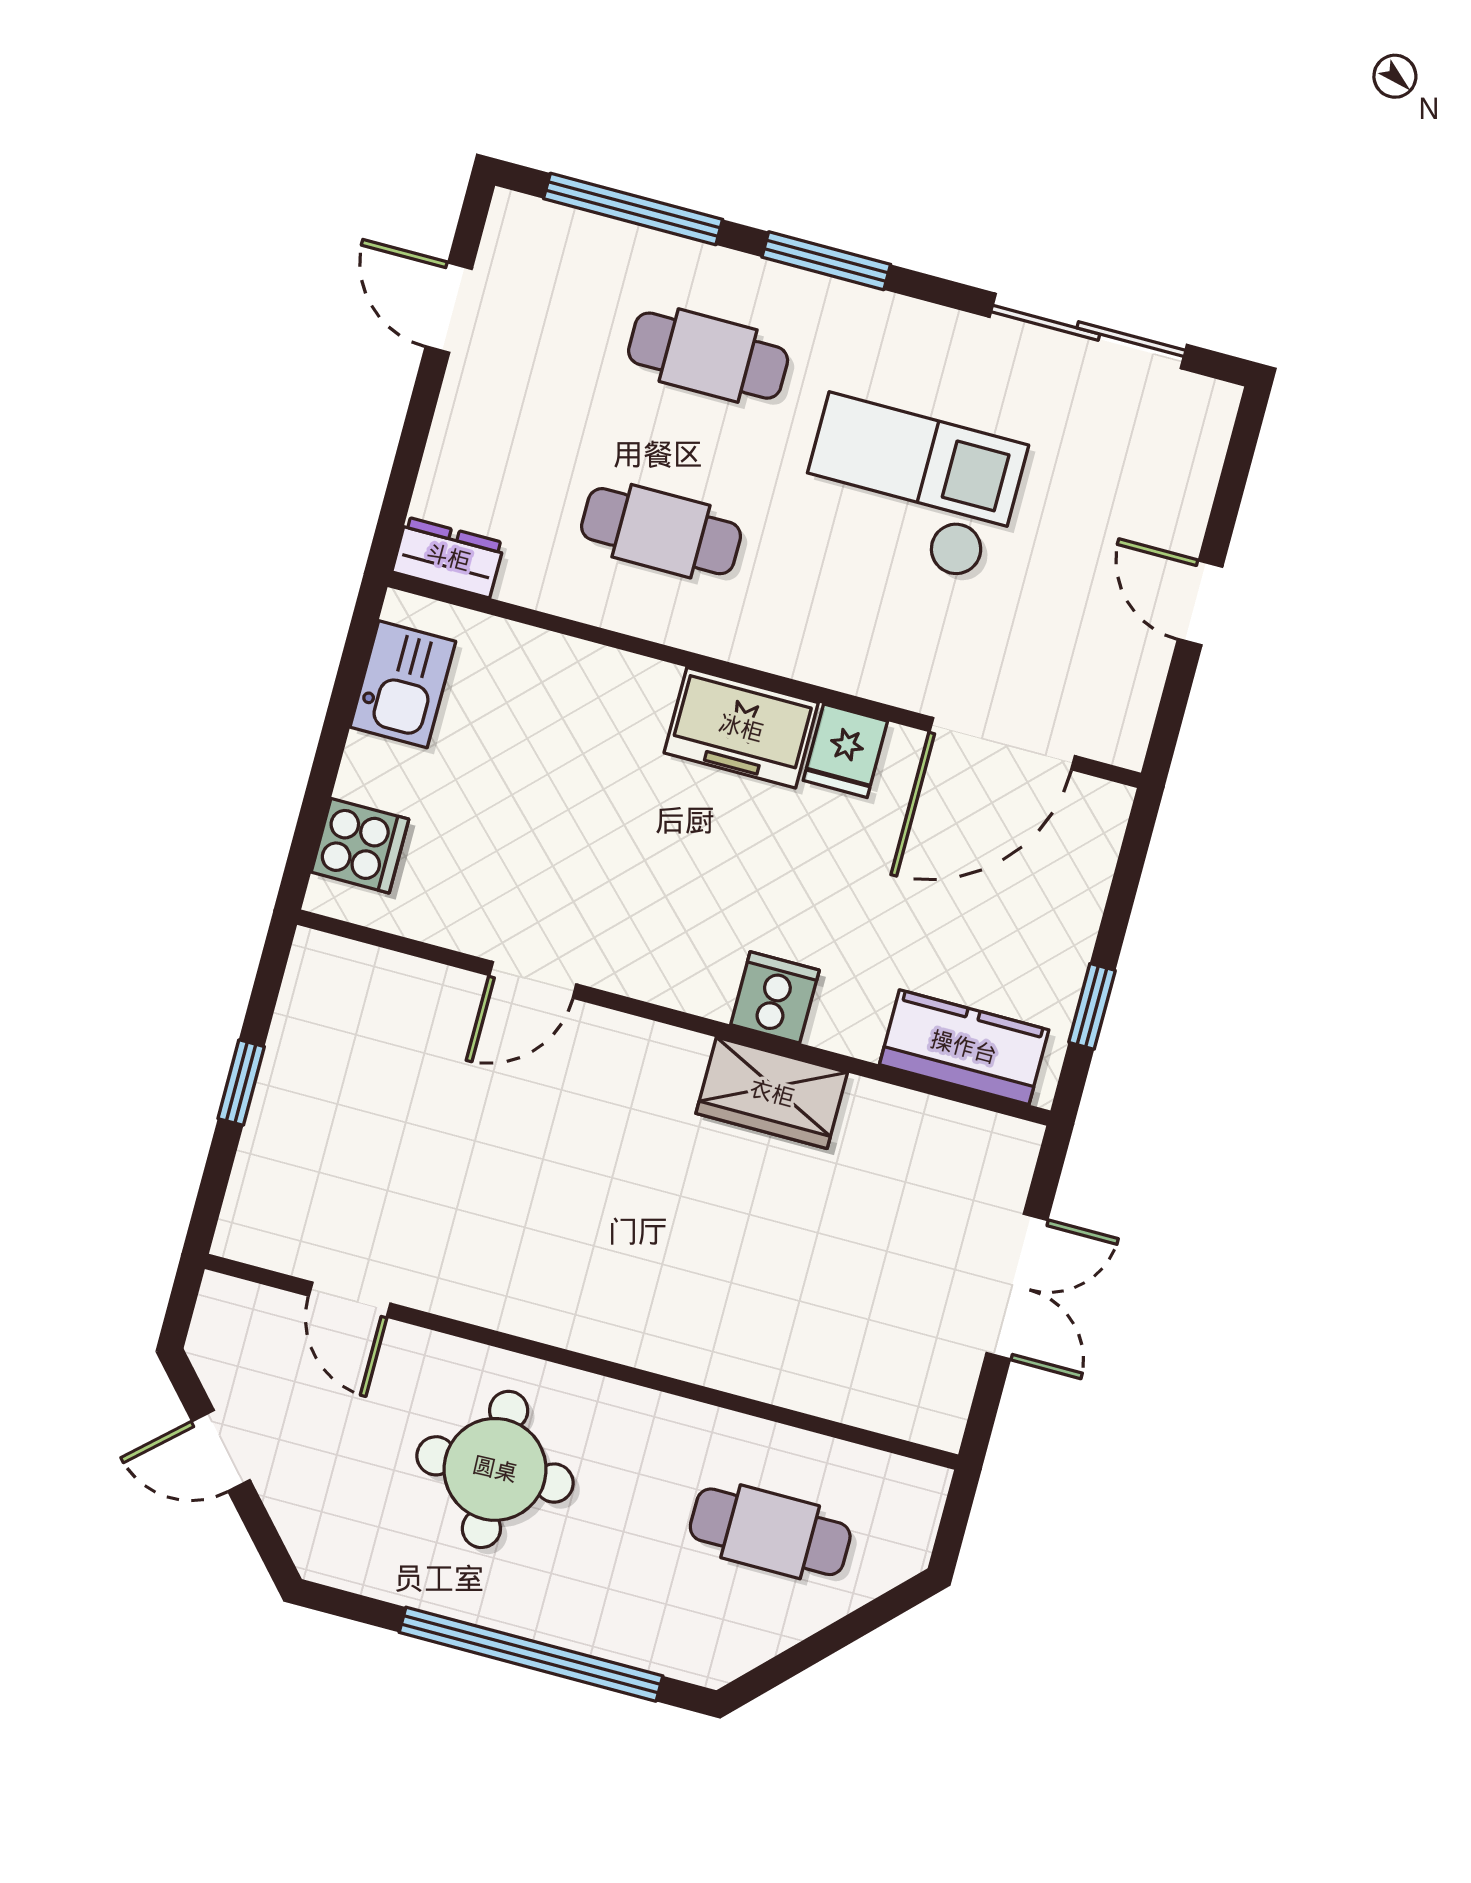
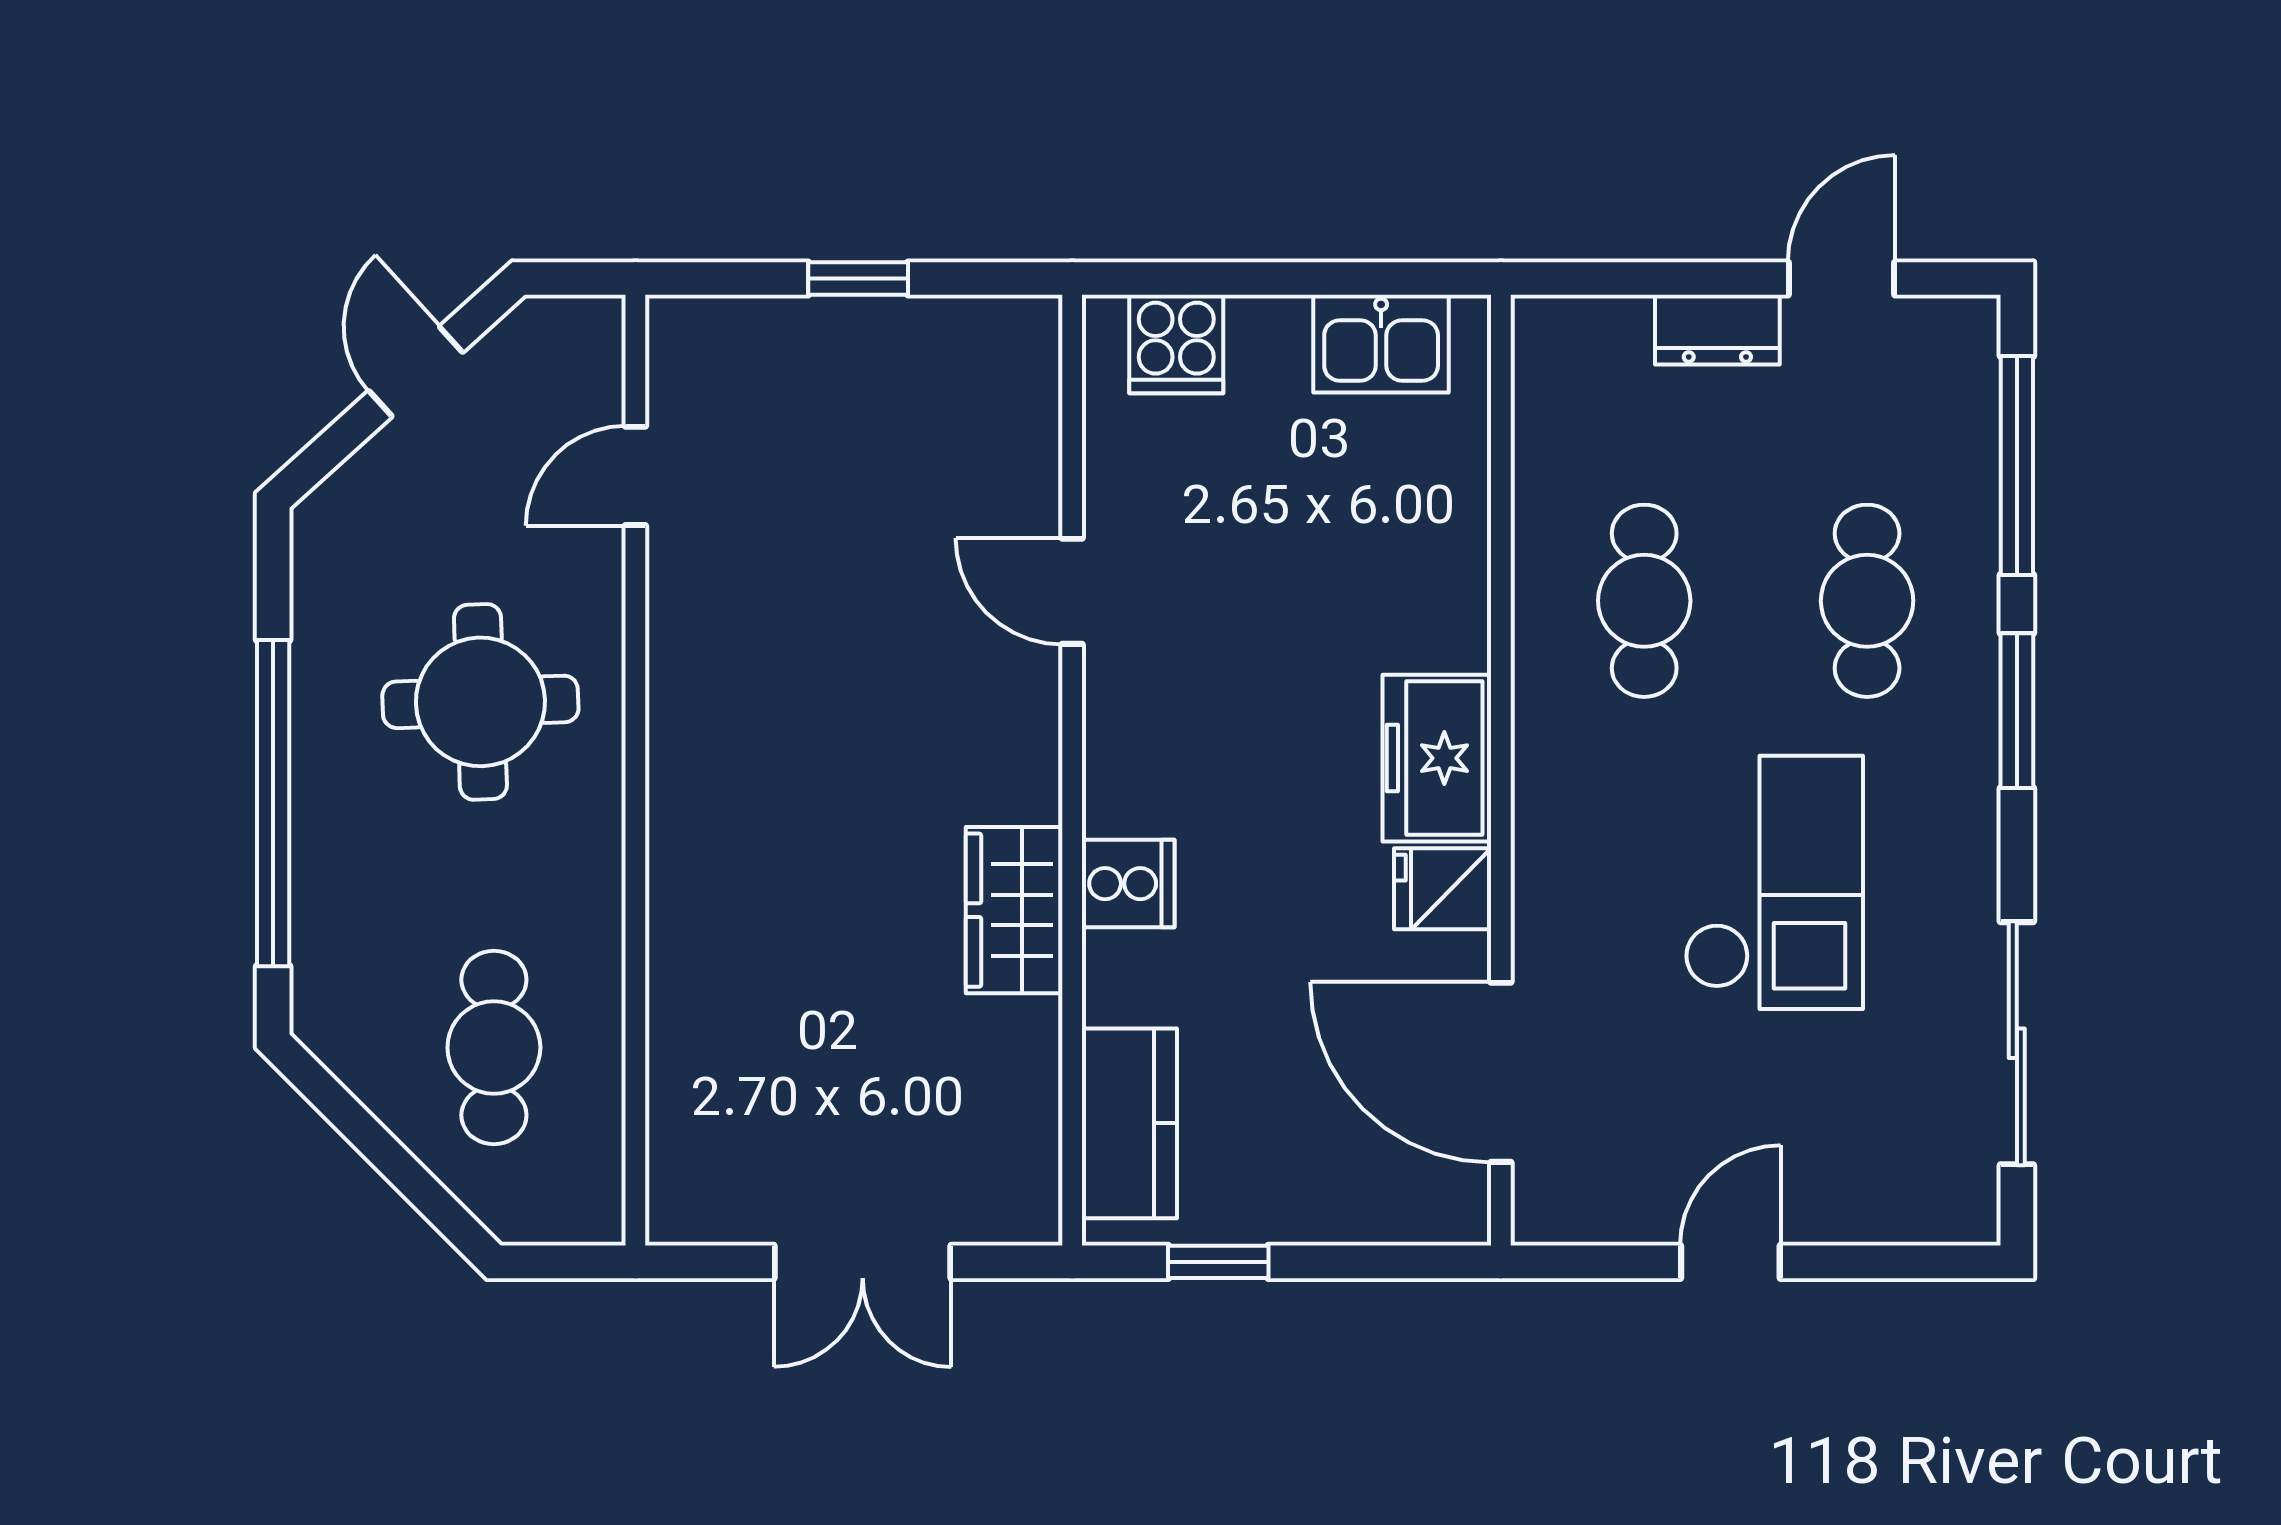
dresser: (448, 557) -> (1717, 330), moved, turned 90

